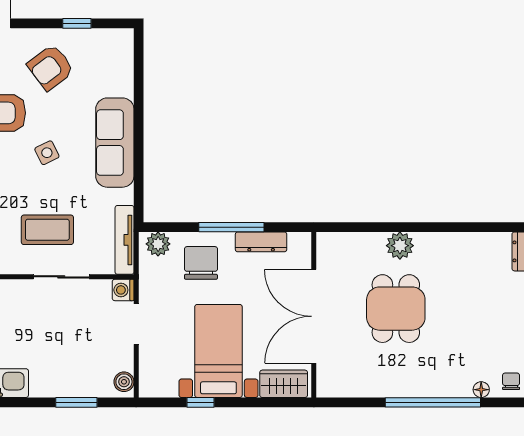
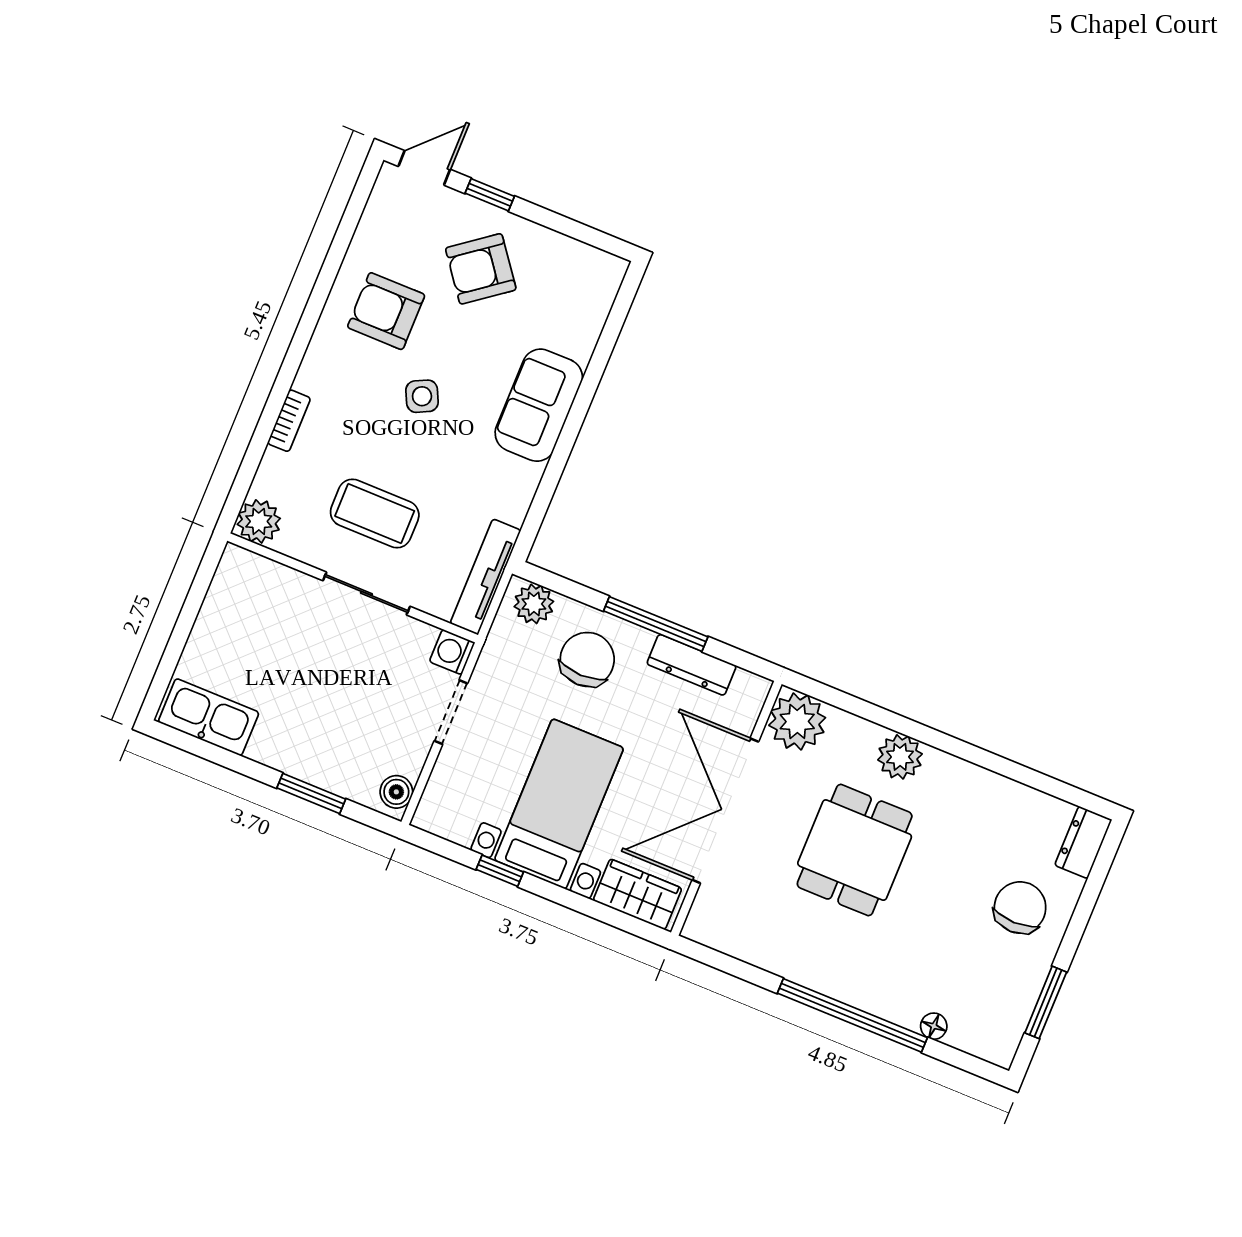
window: (77, 23) -> (490, 195), moved
sofa: (115, 143) -> (539, 405), width x0.73
plant: (334, 249) -> (797, 721), added
chair: (511, 381) -> (1020, 908), moved, width x1.87, depth x1.87

